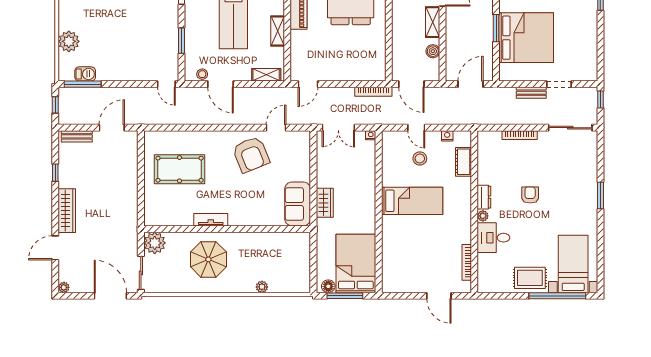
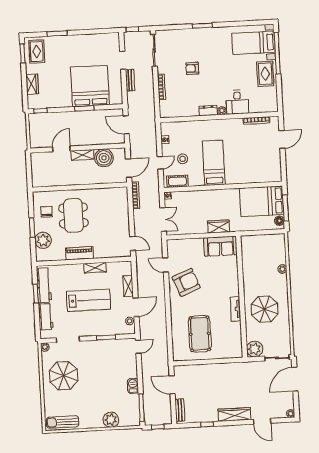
boiler: (433, 51) -> (104, 158), width x1.86, depth x1.86
barbecue: (85, 74) -> (133, 386), moved
shelving: (266, 75) -> (128, 286), moved
cot: (464, 162) -> (177, 181), moved
armchair: (530, 195) -> (192, 68), moved

